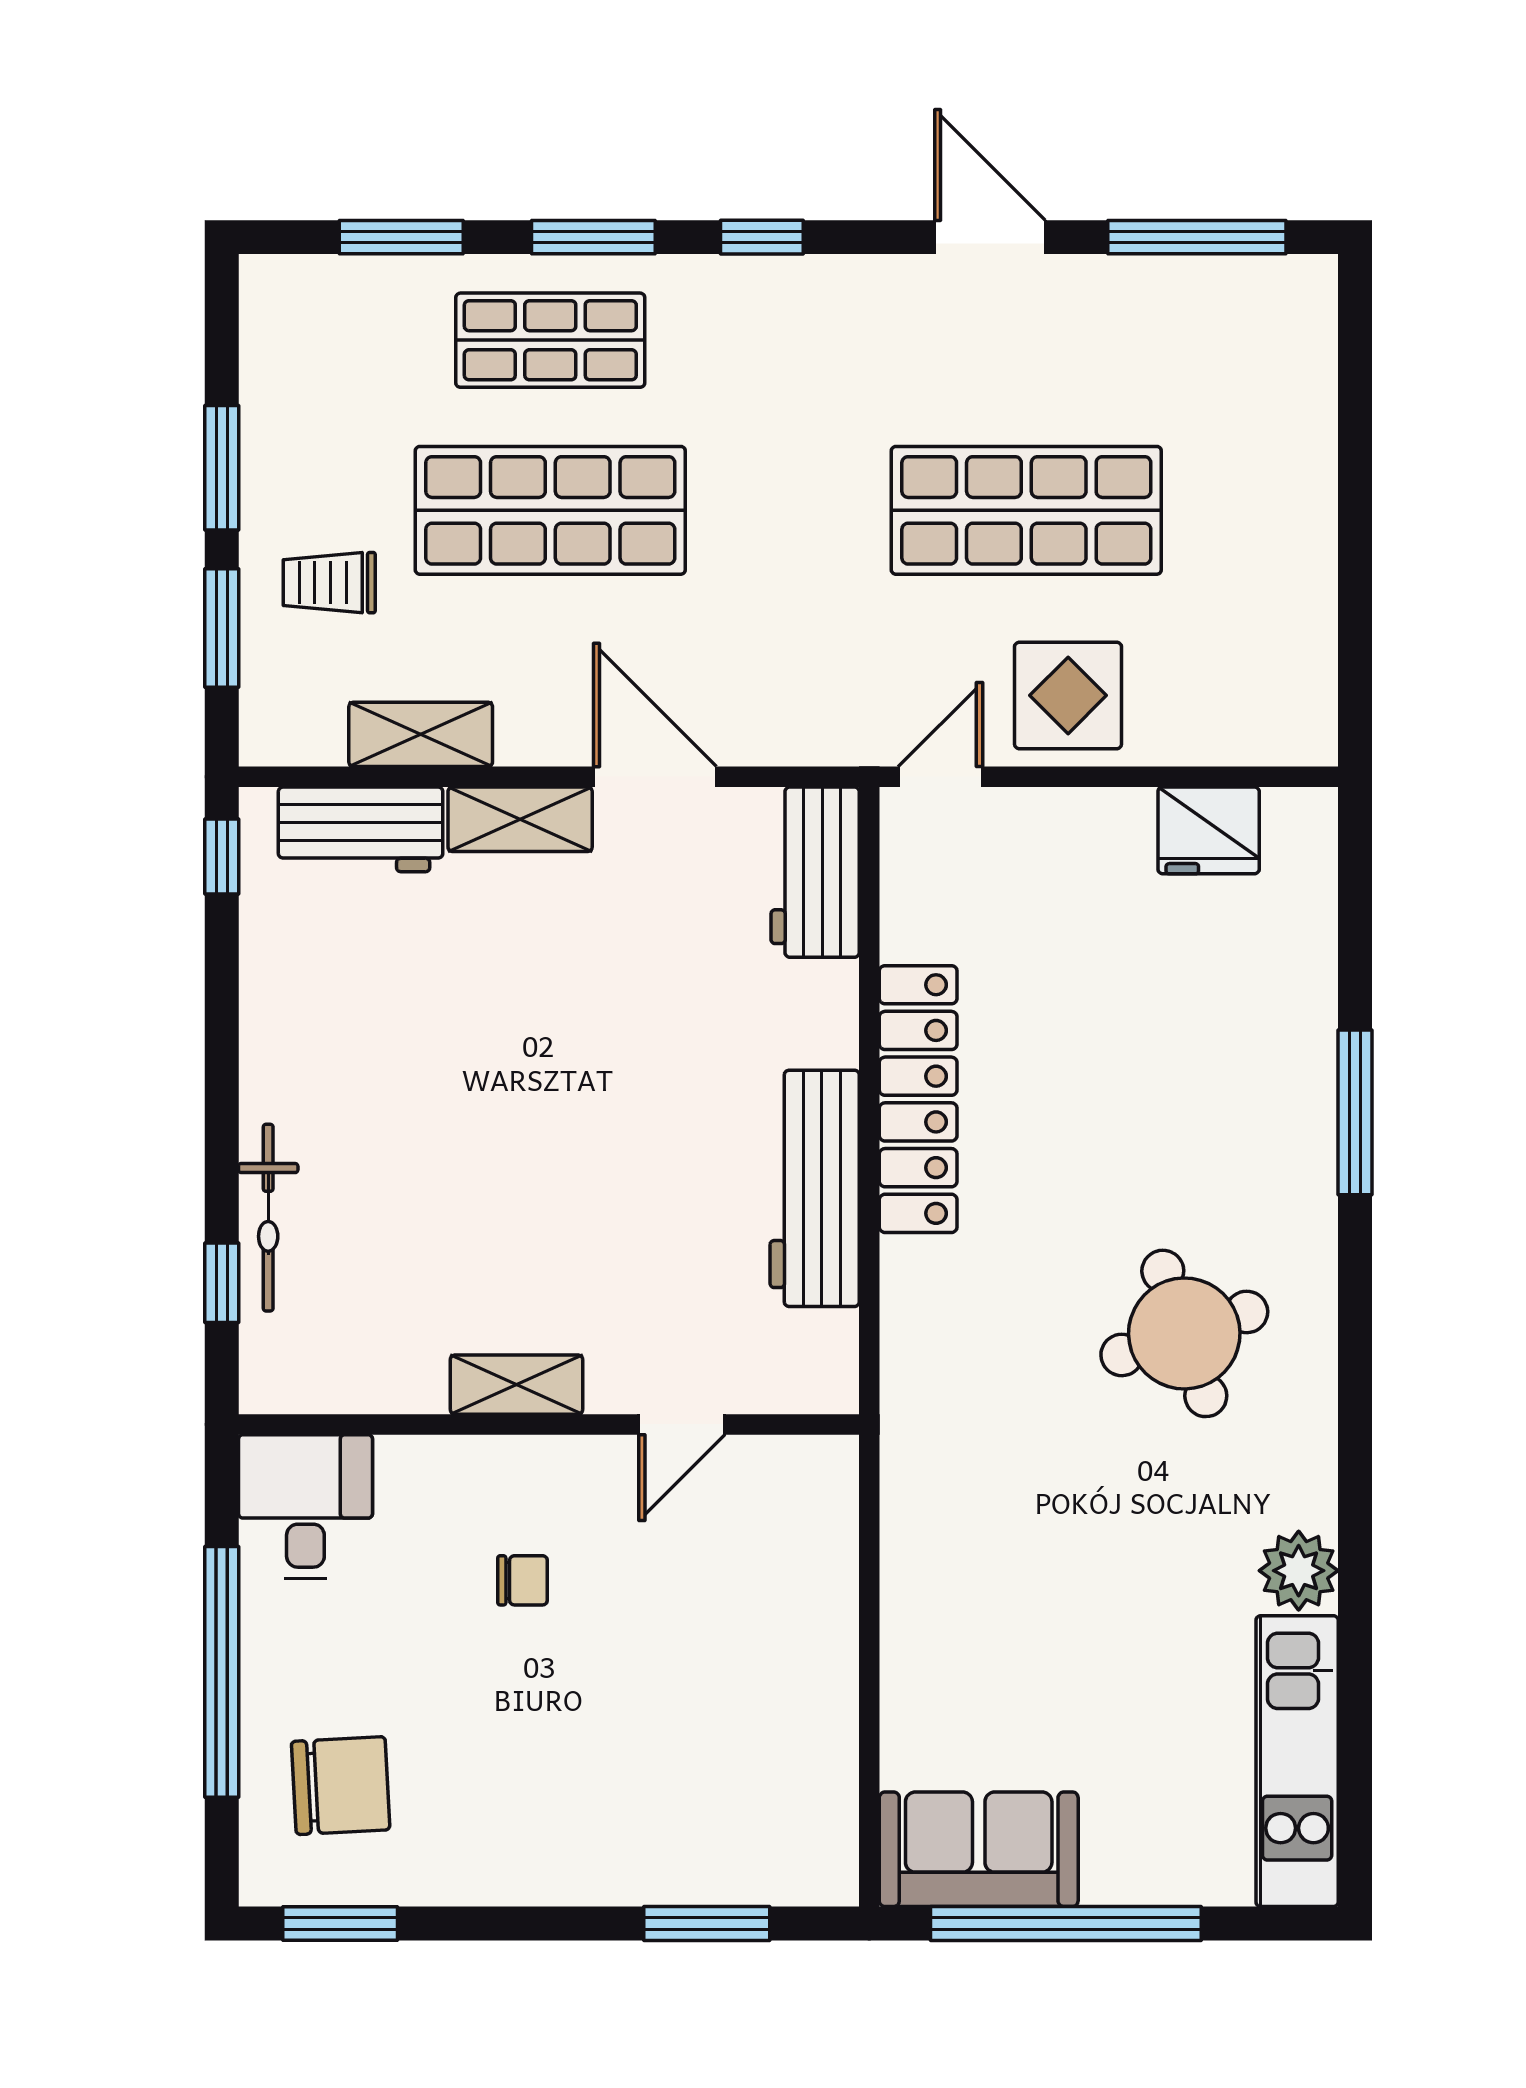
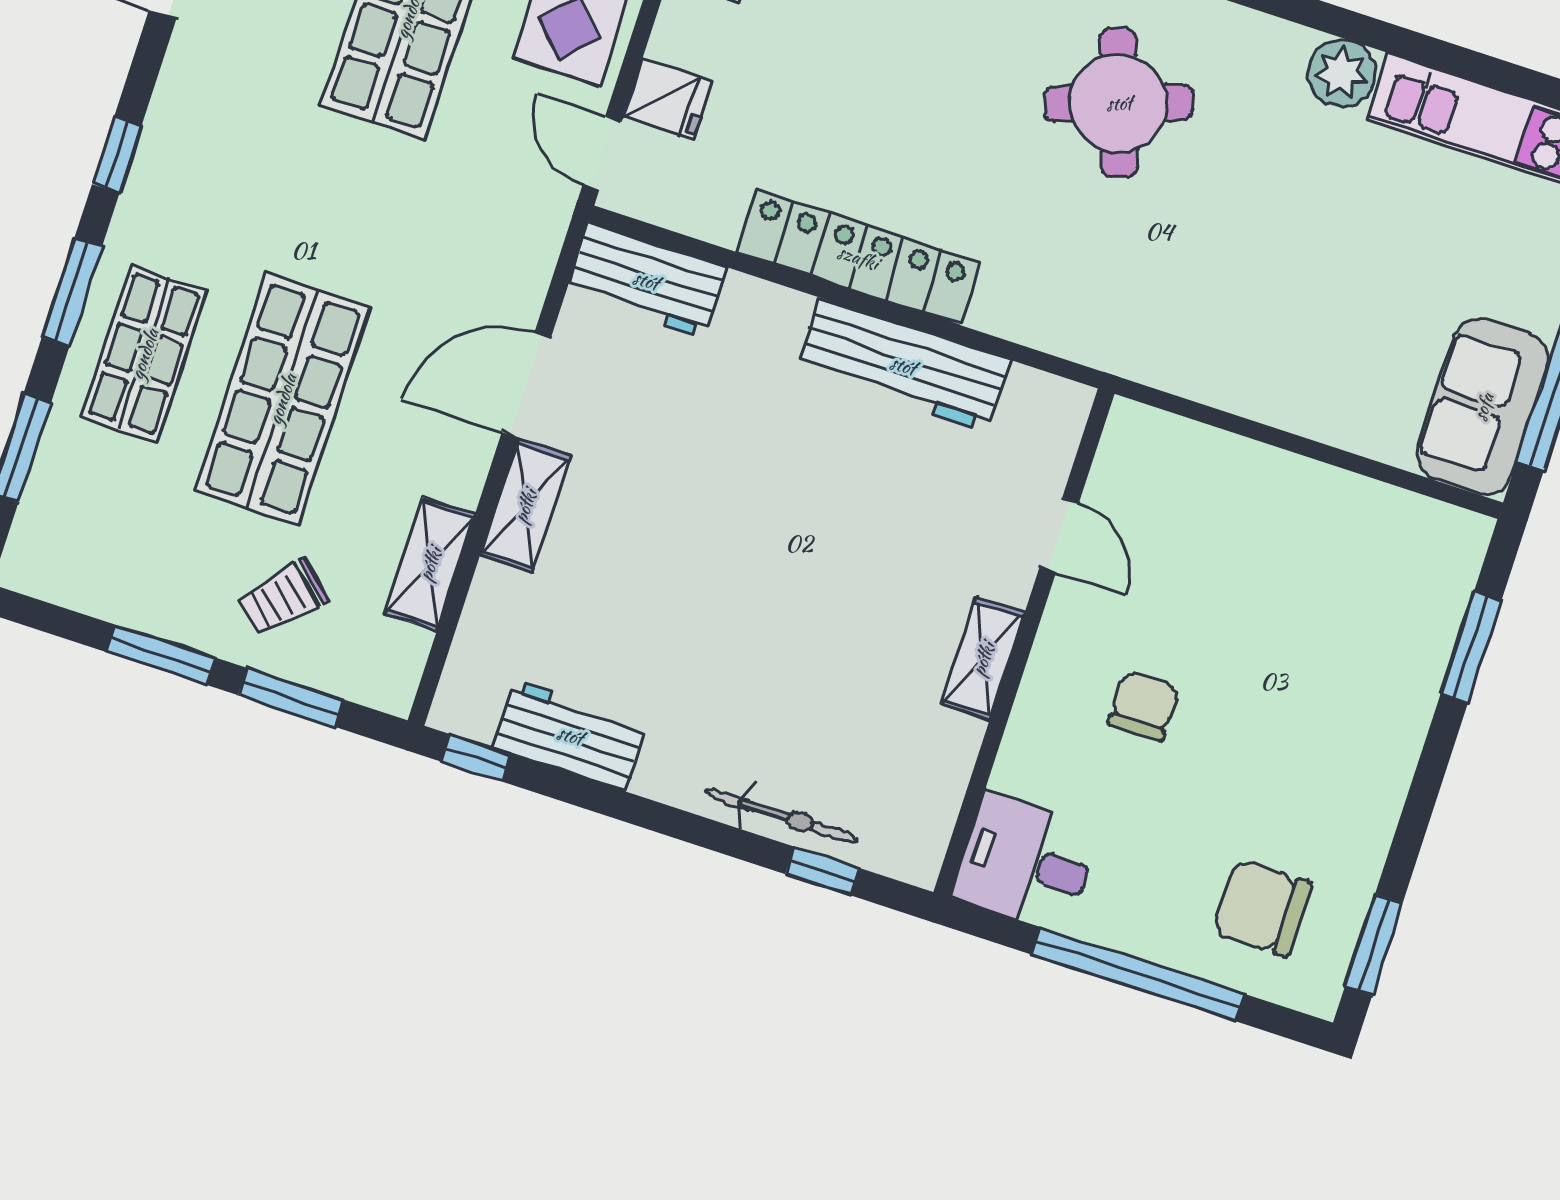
trolley: (329, 583) -> (282, 598), turned 43
workbench: (361, 829) -> (570, 735), moved, turned -90
fridge: (1024, 830) -> (668, 99), added
chair: (523, 1580) -> (1143, 706), width x1.37, depth x1.37
chair: (341, 1786) -> (1262, 908), turned -87

